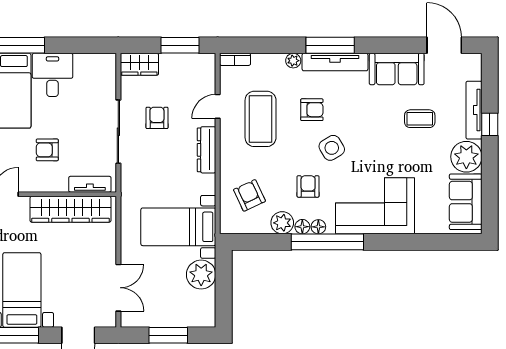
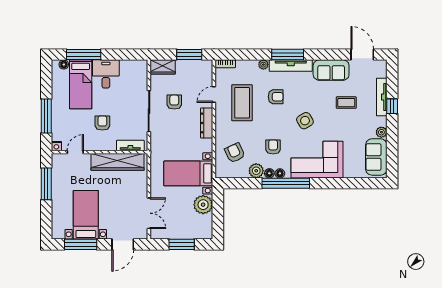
side table: (332, 148) -> (305, 121), moved
armchair: (47, 150) -> (102, 123), turned 90
plant: (466, 157) -> (381, 132), width x0.53, depth x0.53

